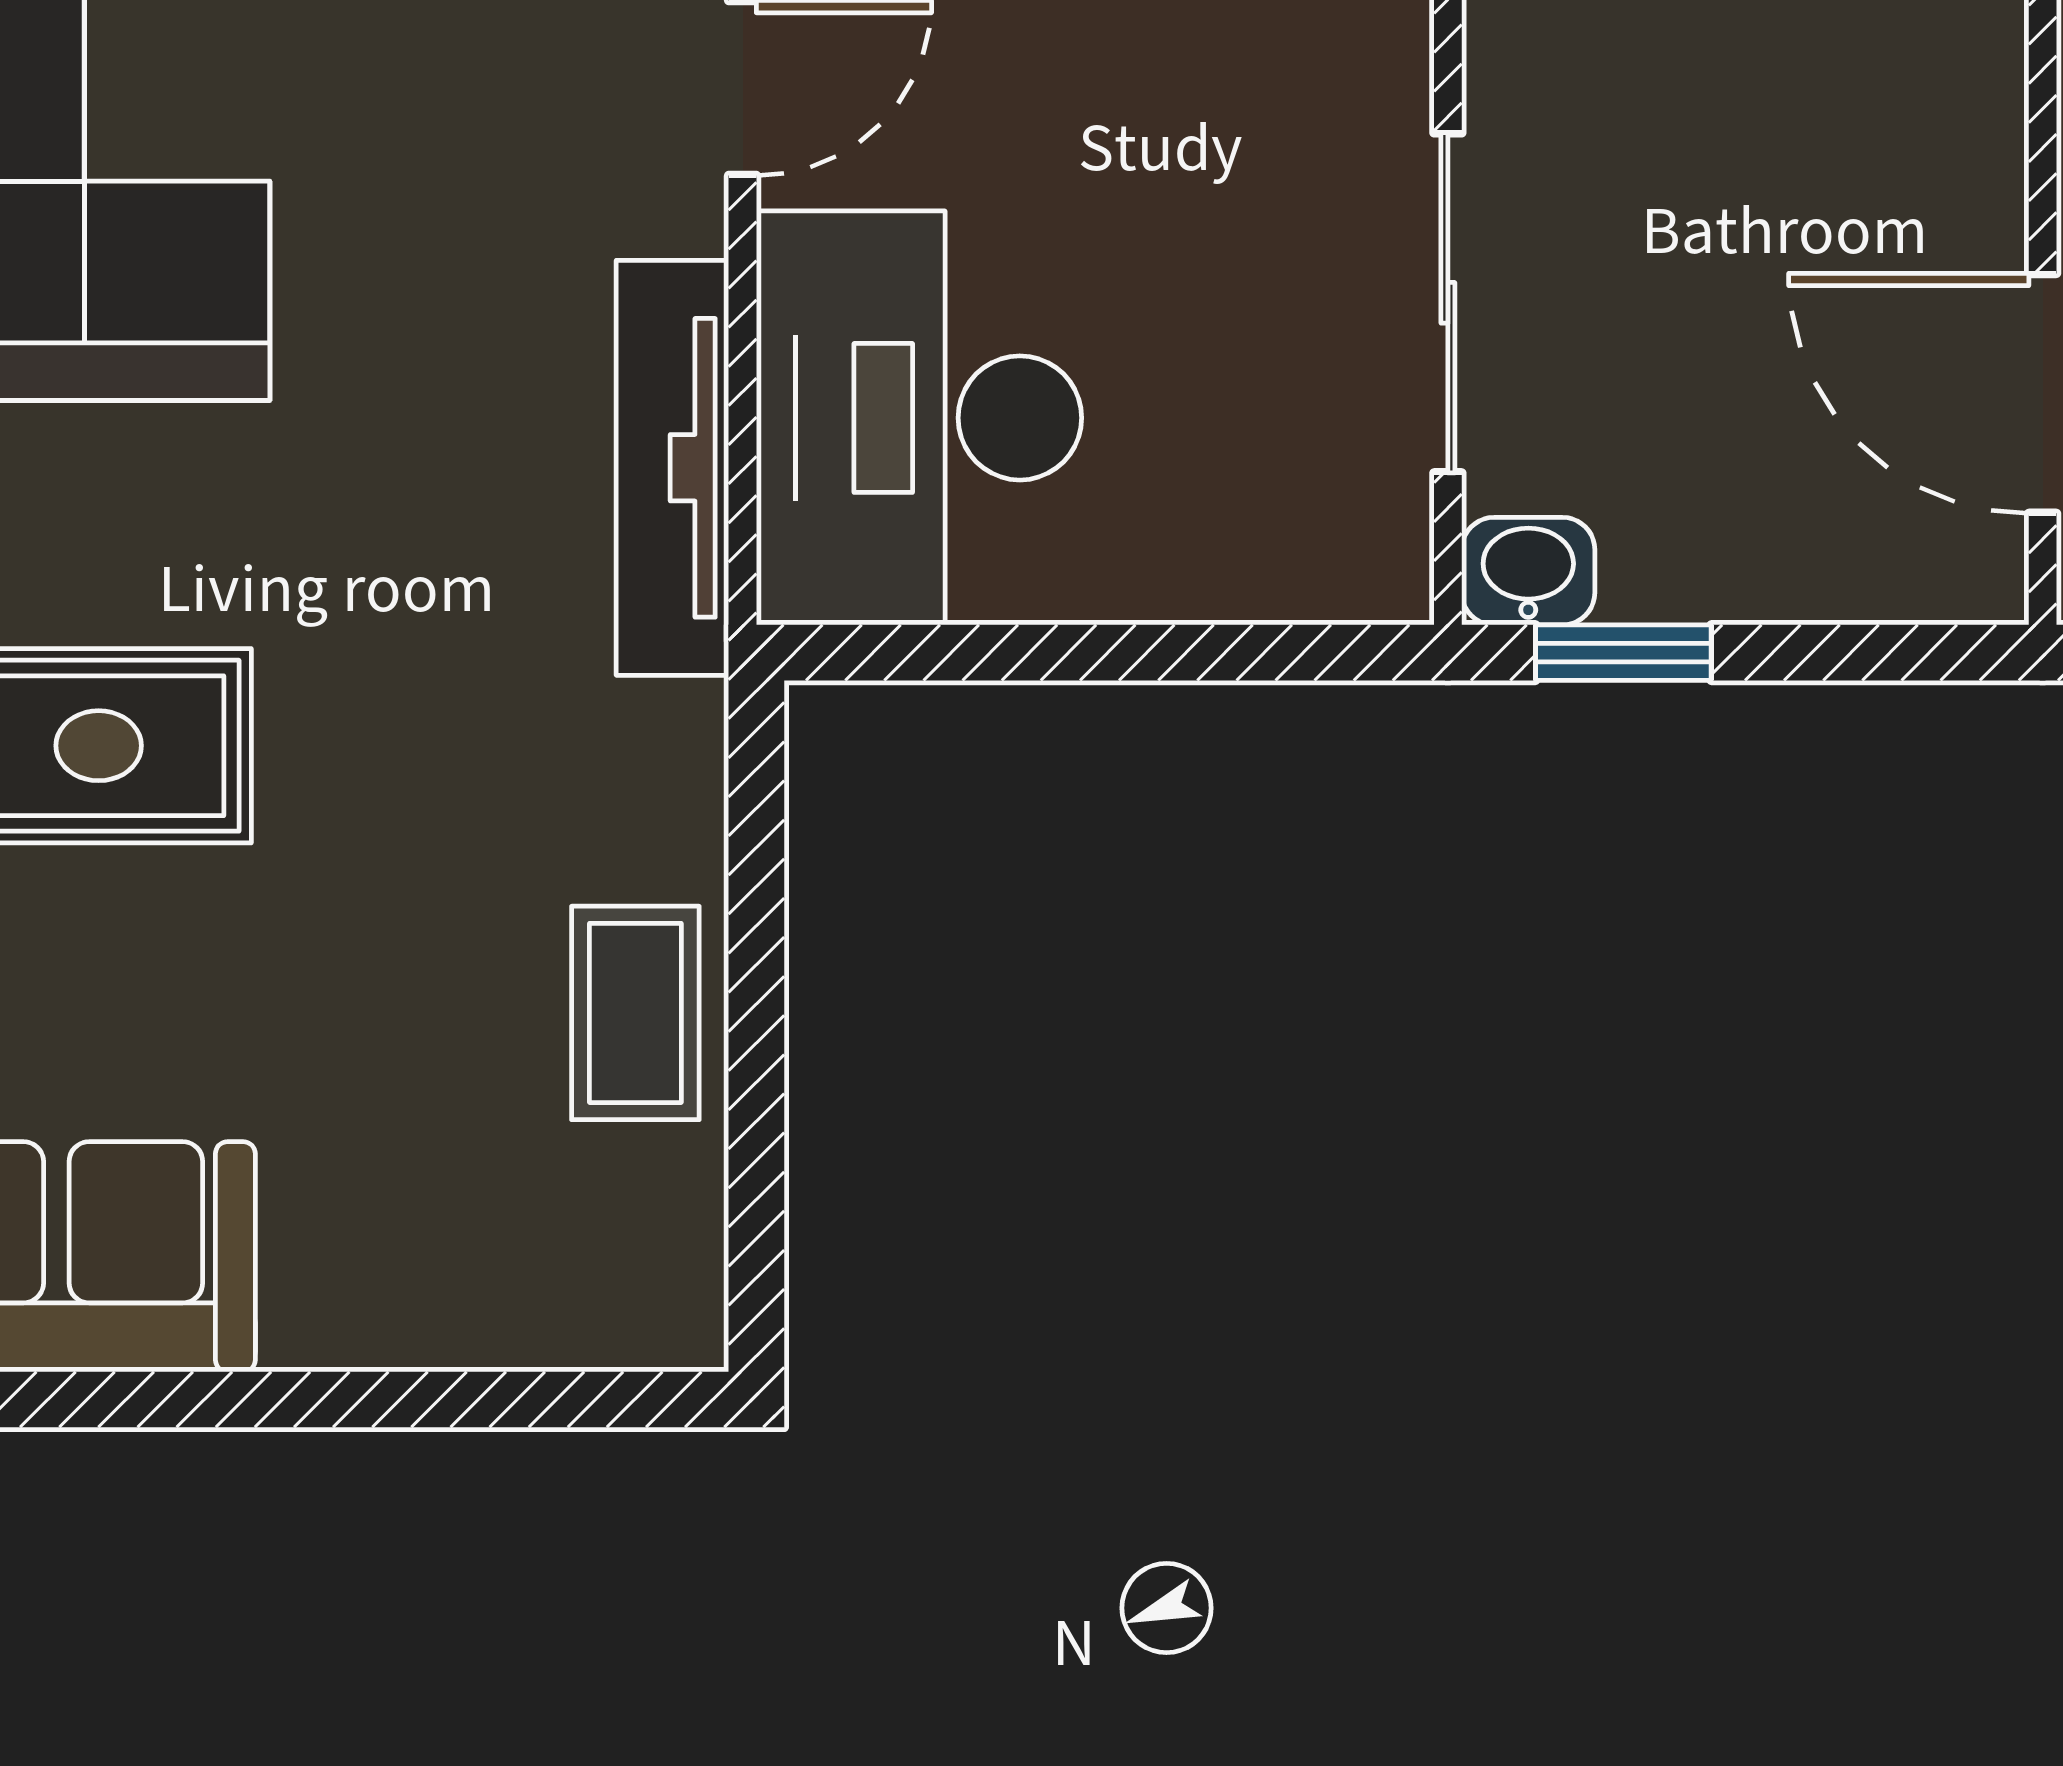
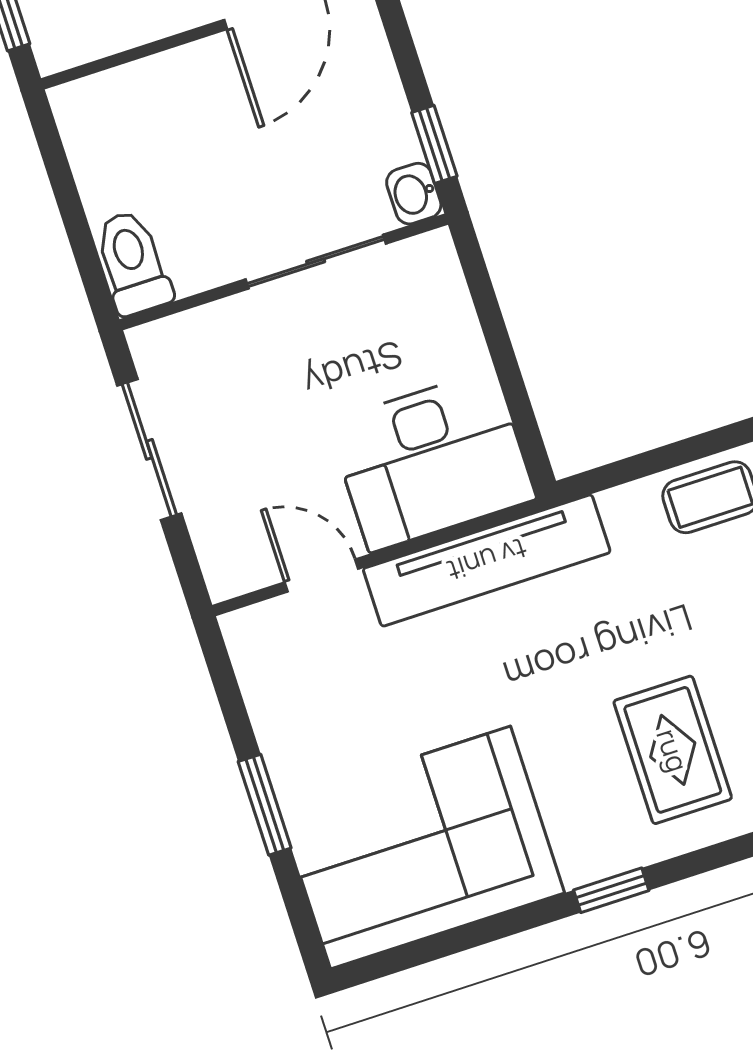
tv unit: (672, 468) -> (487, 560), width x1.36, depth x1.29

